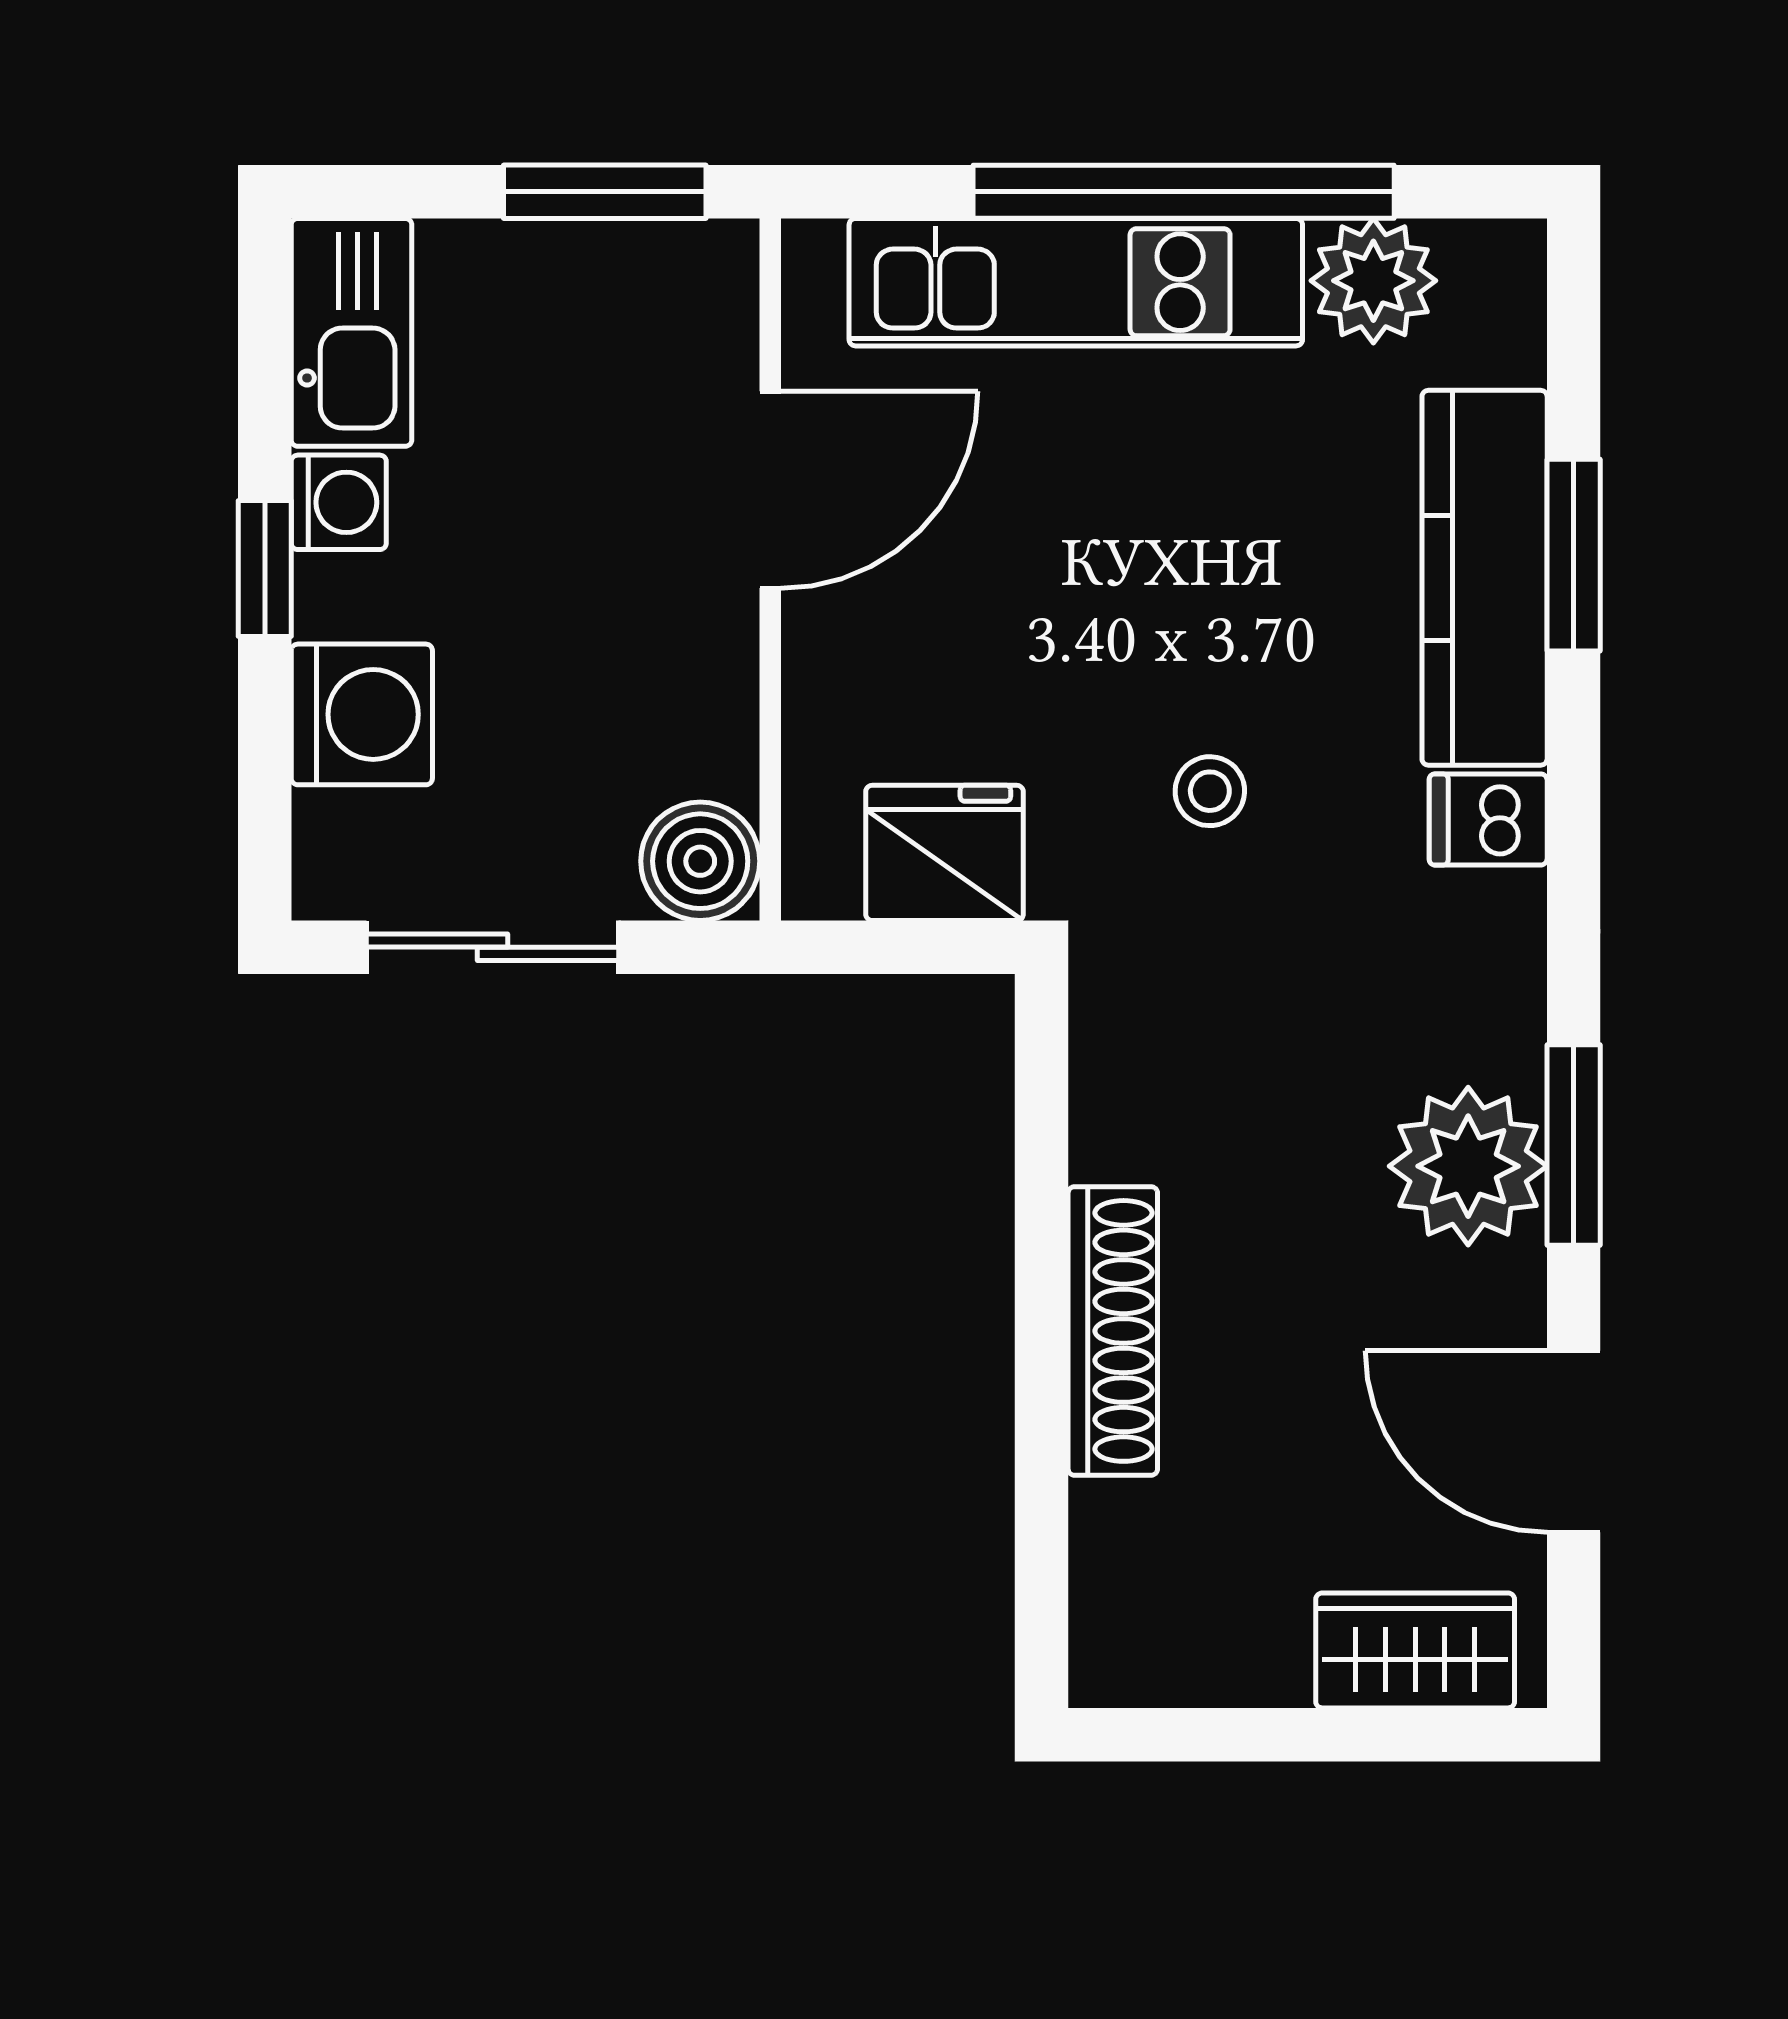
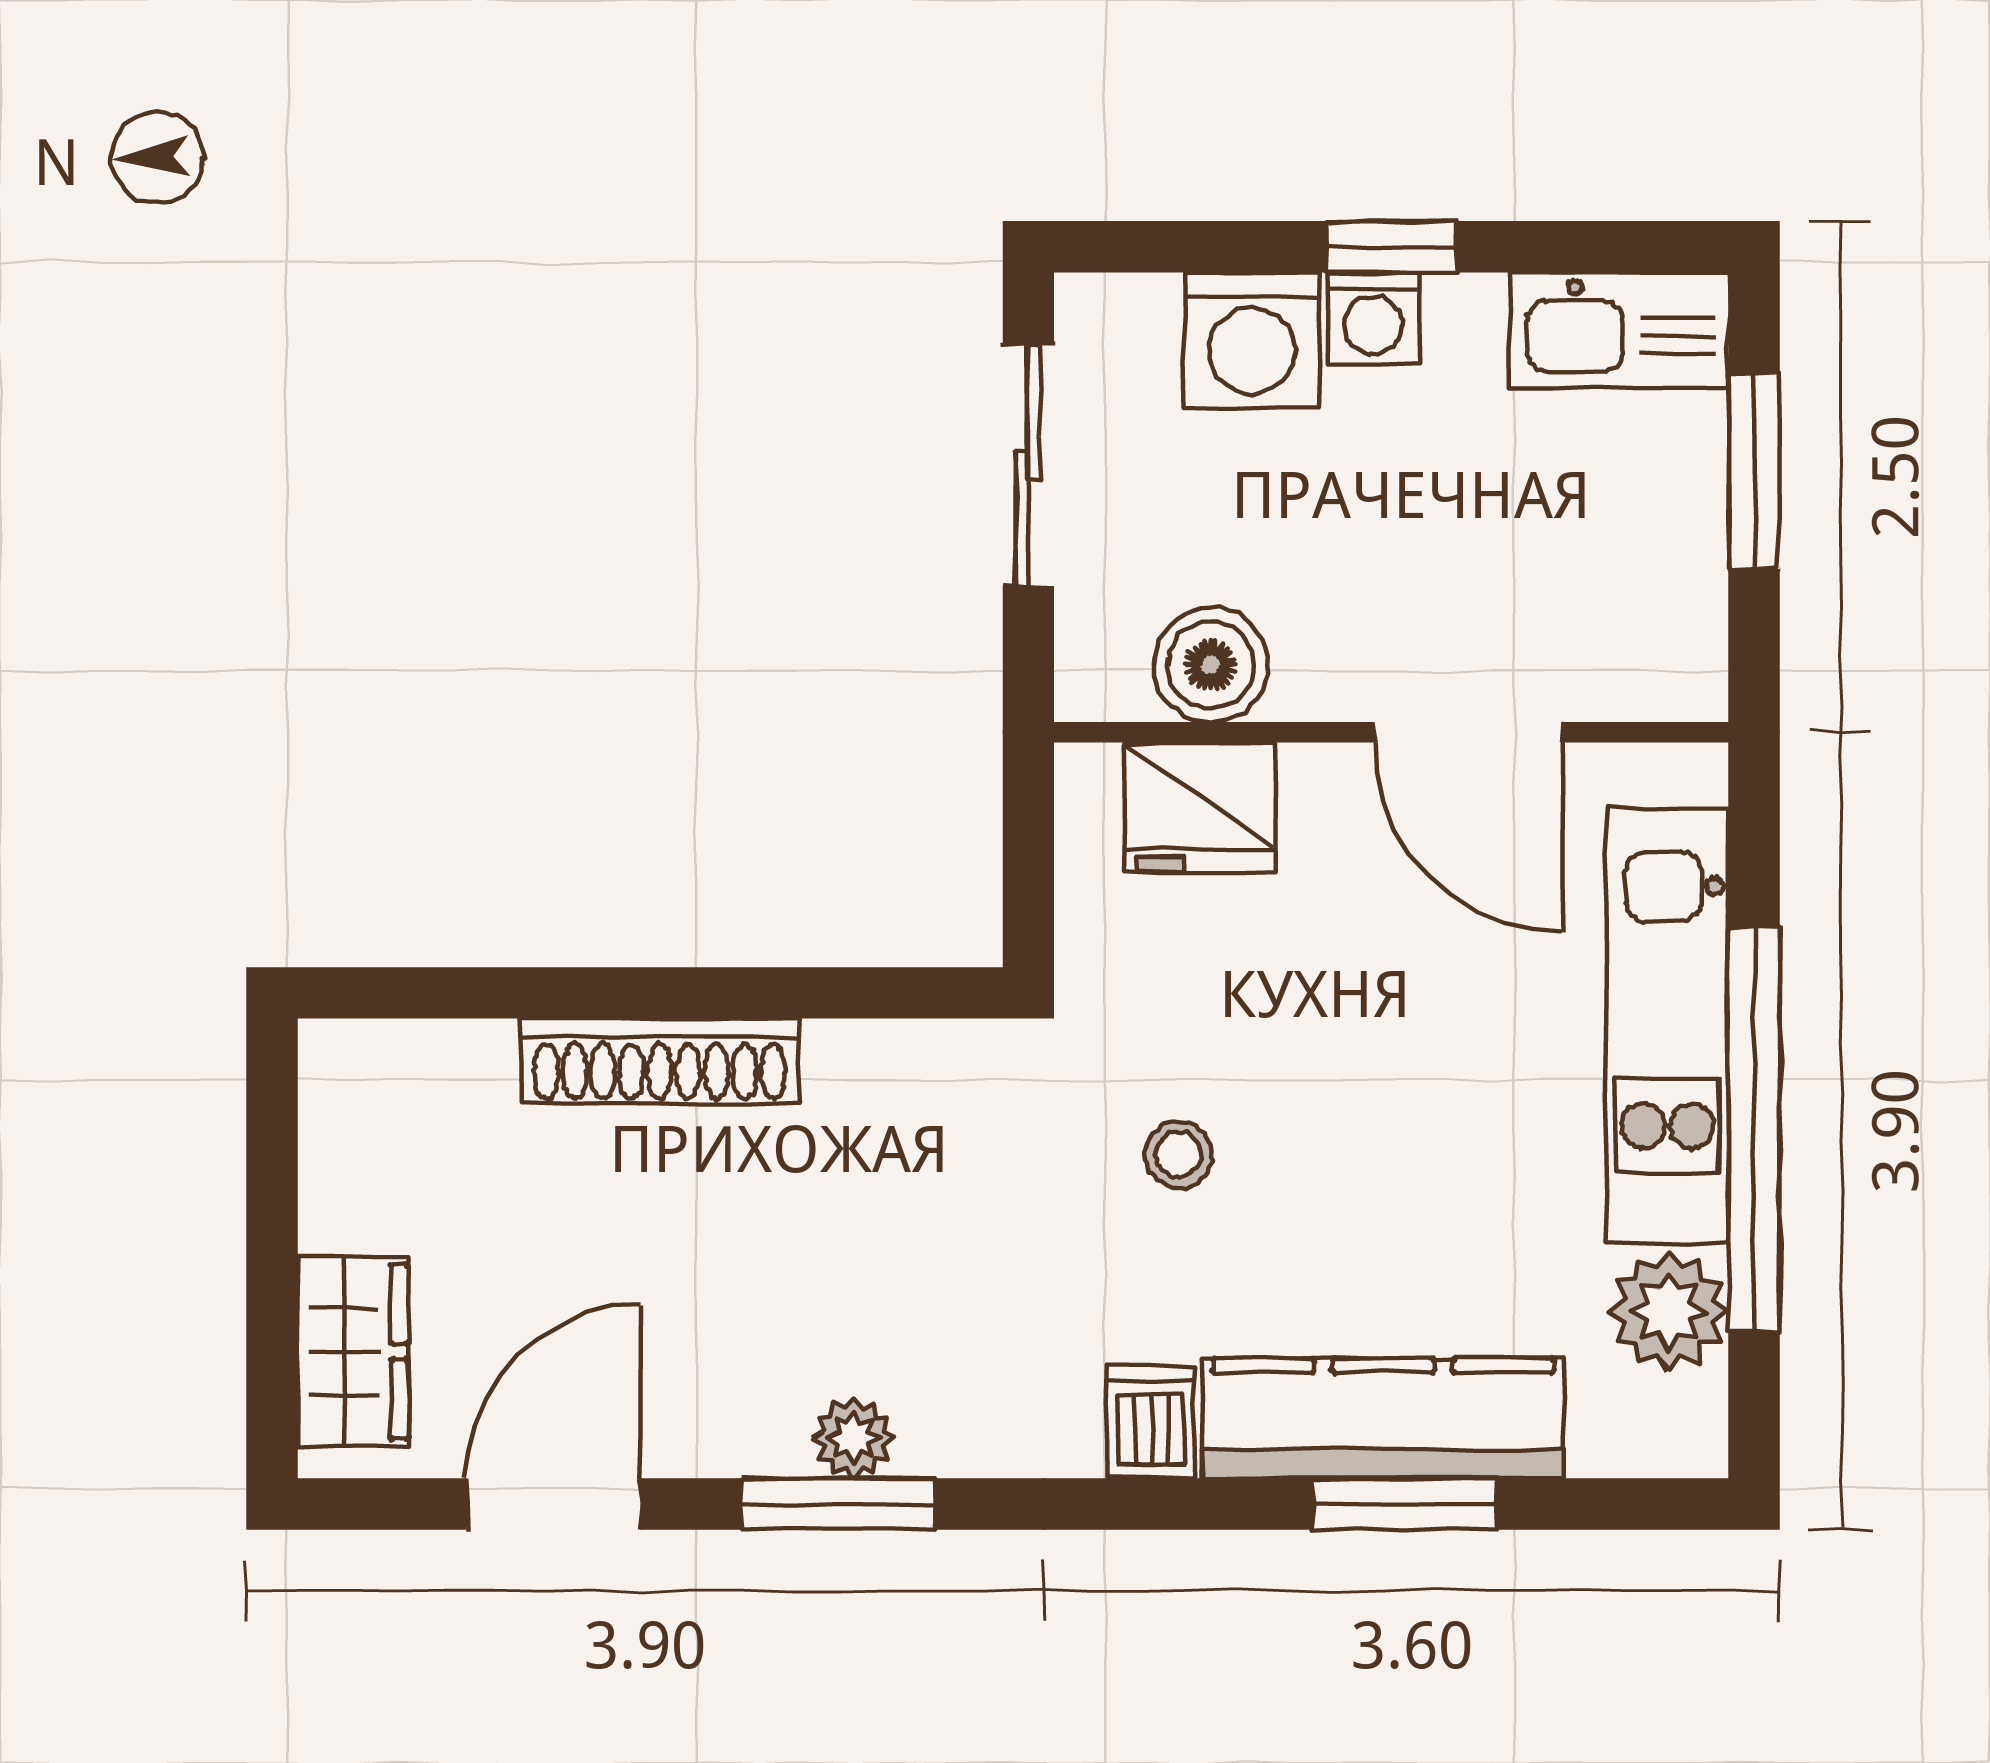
window: (605, 192) -> (1754, 471), moved
washing machine: (339, 502) -> (1373, 318), moved
fridge: (944, 853) -> (1200, 808), moved, turned 90
boiler: (700, 861) -> (1211, 665), moved
plant: (1468, 1166) -> (854, 1438), width x0.53, depth x0.53

